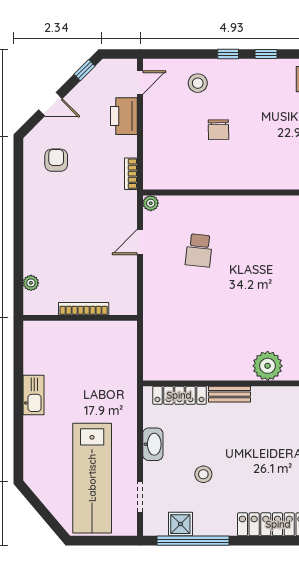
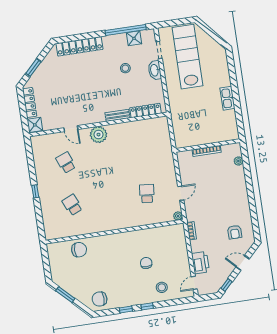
washbasin: (153, 444) -> (155, 70), moved

